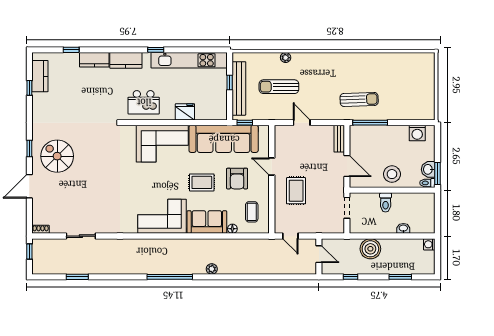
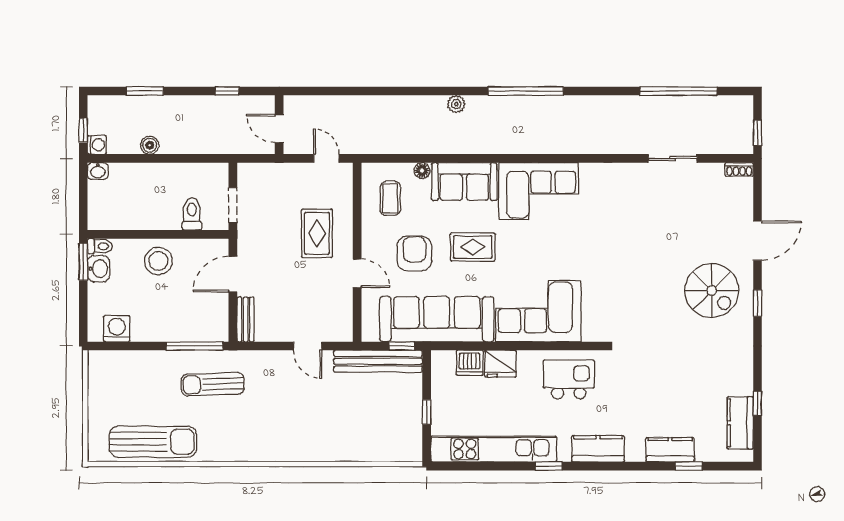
plant: (286, 58) -> (334, 453), removed
kitchen counter: (94, 60) -> (670, 450), moved
sun lounger: (279, 87) -> (153, 442), moved, width x1.36, depth x1.34
bench: (239, 88) -> (378, 361), moved, turned 90
dishwasher: (204, 112) -> (470, 363), added
door: (347, 166) -> (233, 274), hinge flipped
toilet: (386, 202) -> (192, 214), moved
washbasin: (403, 228) -> (98, 171), moved
boiler: (370, 249) -> (150, 145), moved, width x0.54, depth x0.54
window: (437, 253) -> (83, 130), added
window: (77, 277) -> (678, 91), width x2.11

